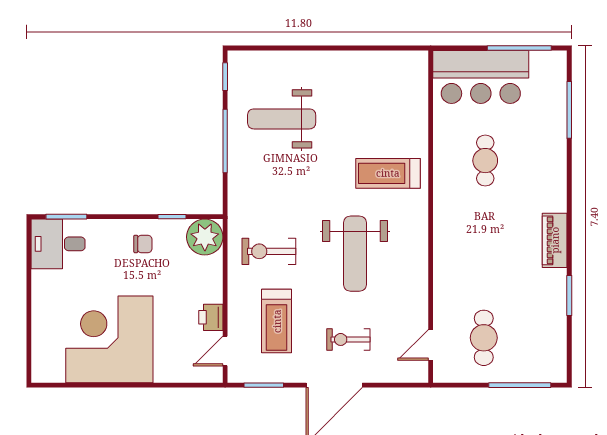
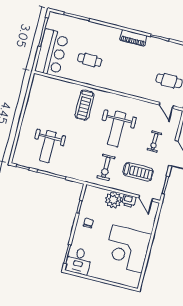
plant: (205, 237) -> (113, 200), moved
weight bench: (355, 254) -> (117, 129), turned 90

